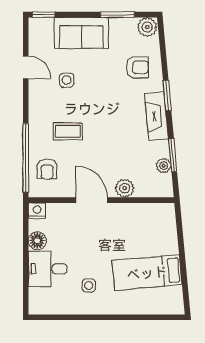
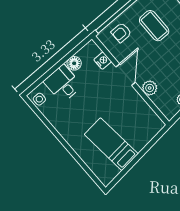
coffee table: (68, 131) -> (154, 26), width x1.36, depth x1.30
nightstand: (37, 211) -> (103, 61), moved
side table: (89, 286) -> (39, 99), moved

